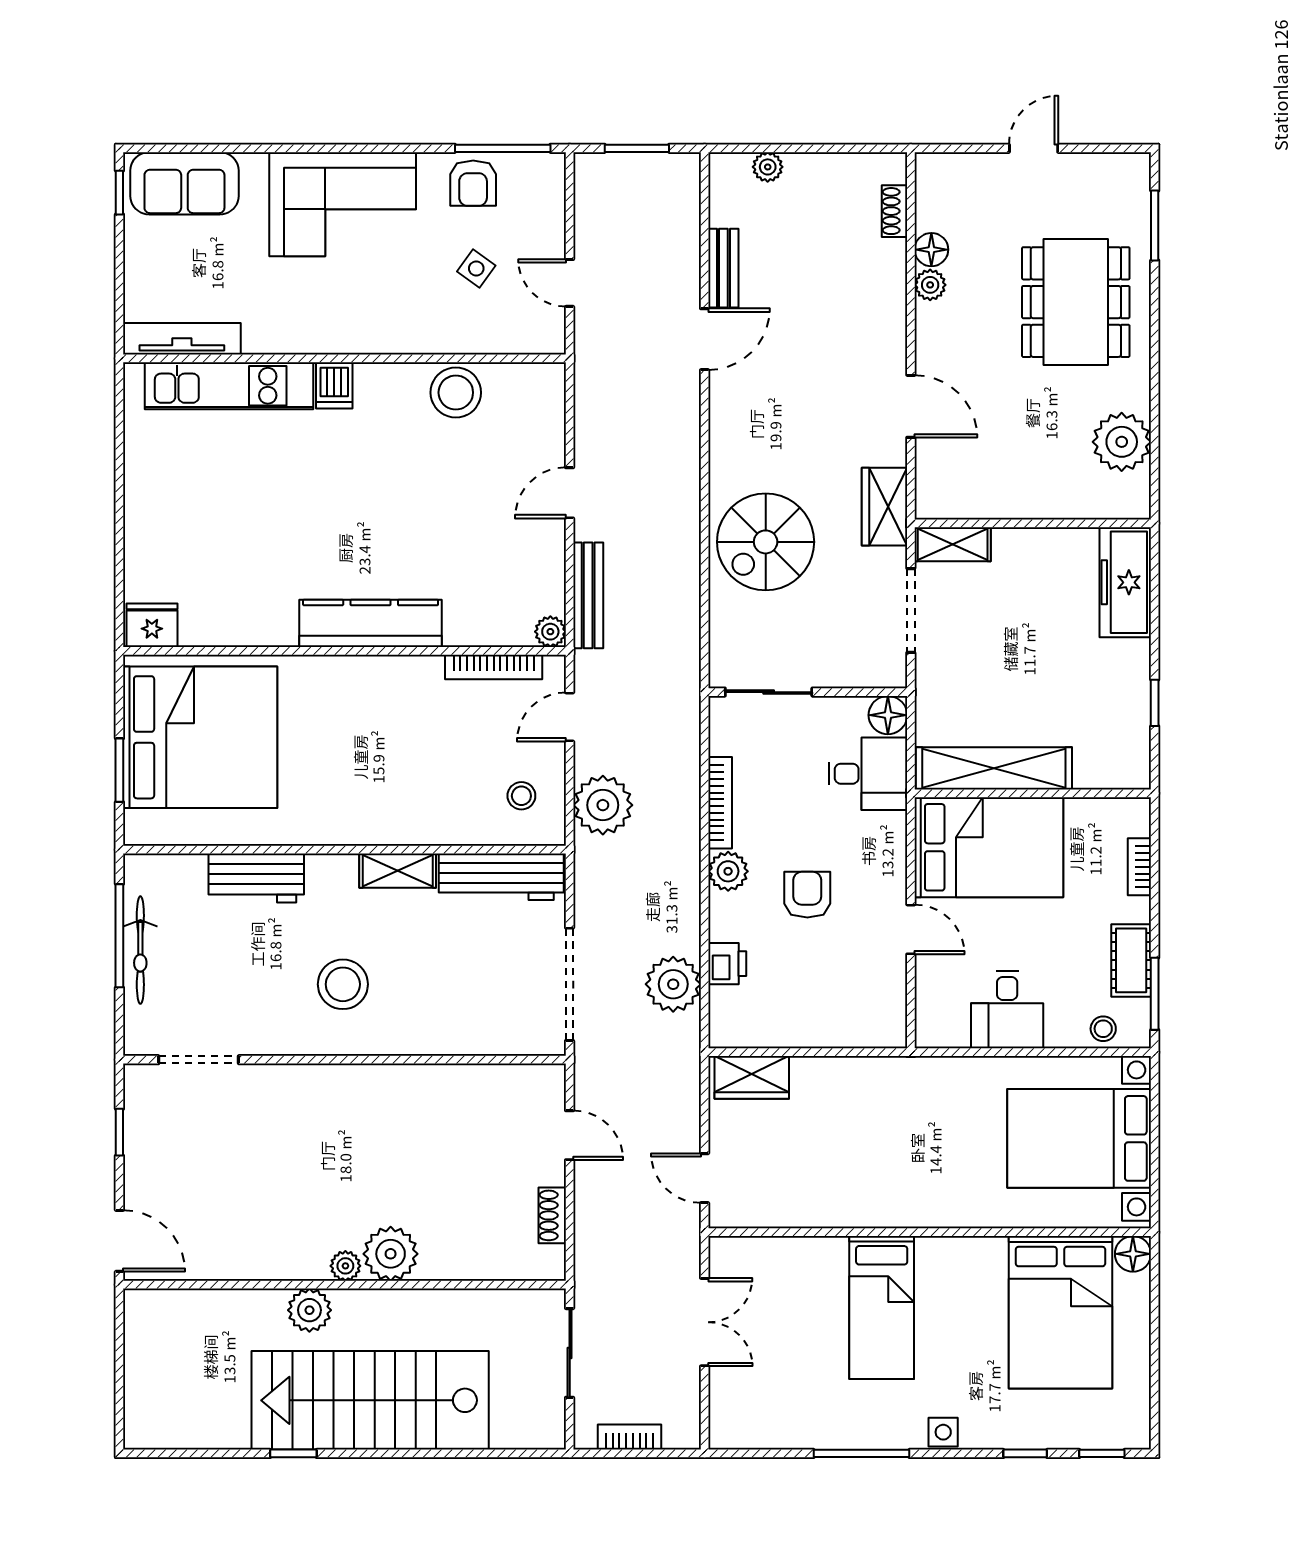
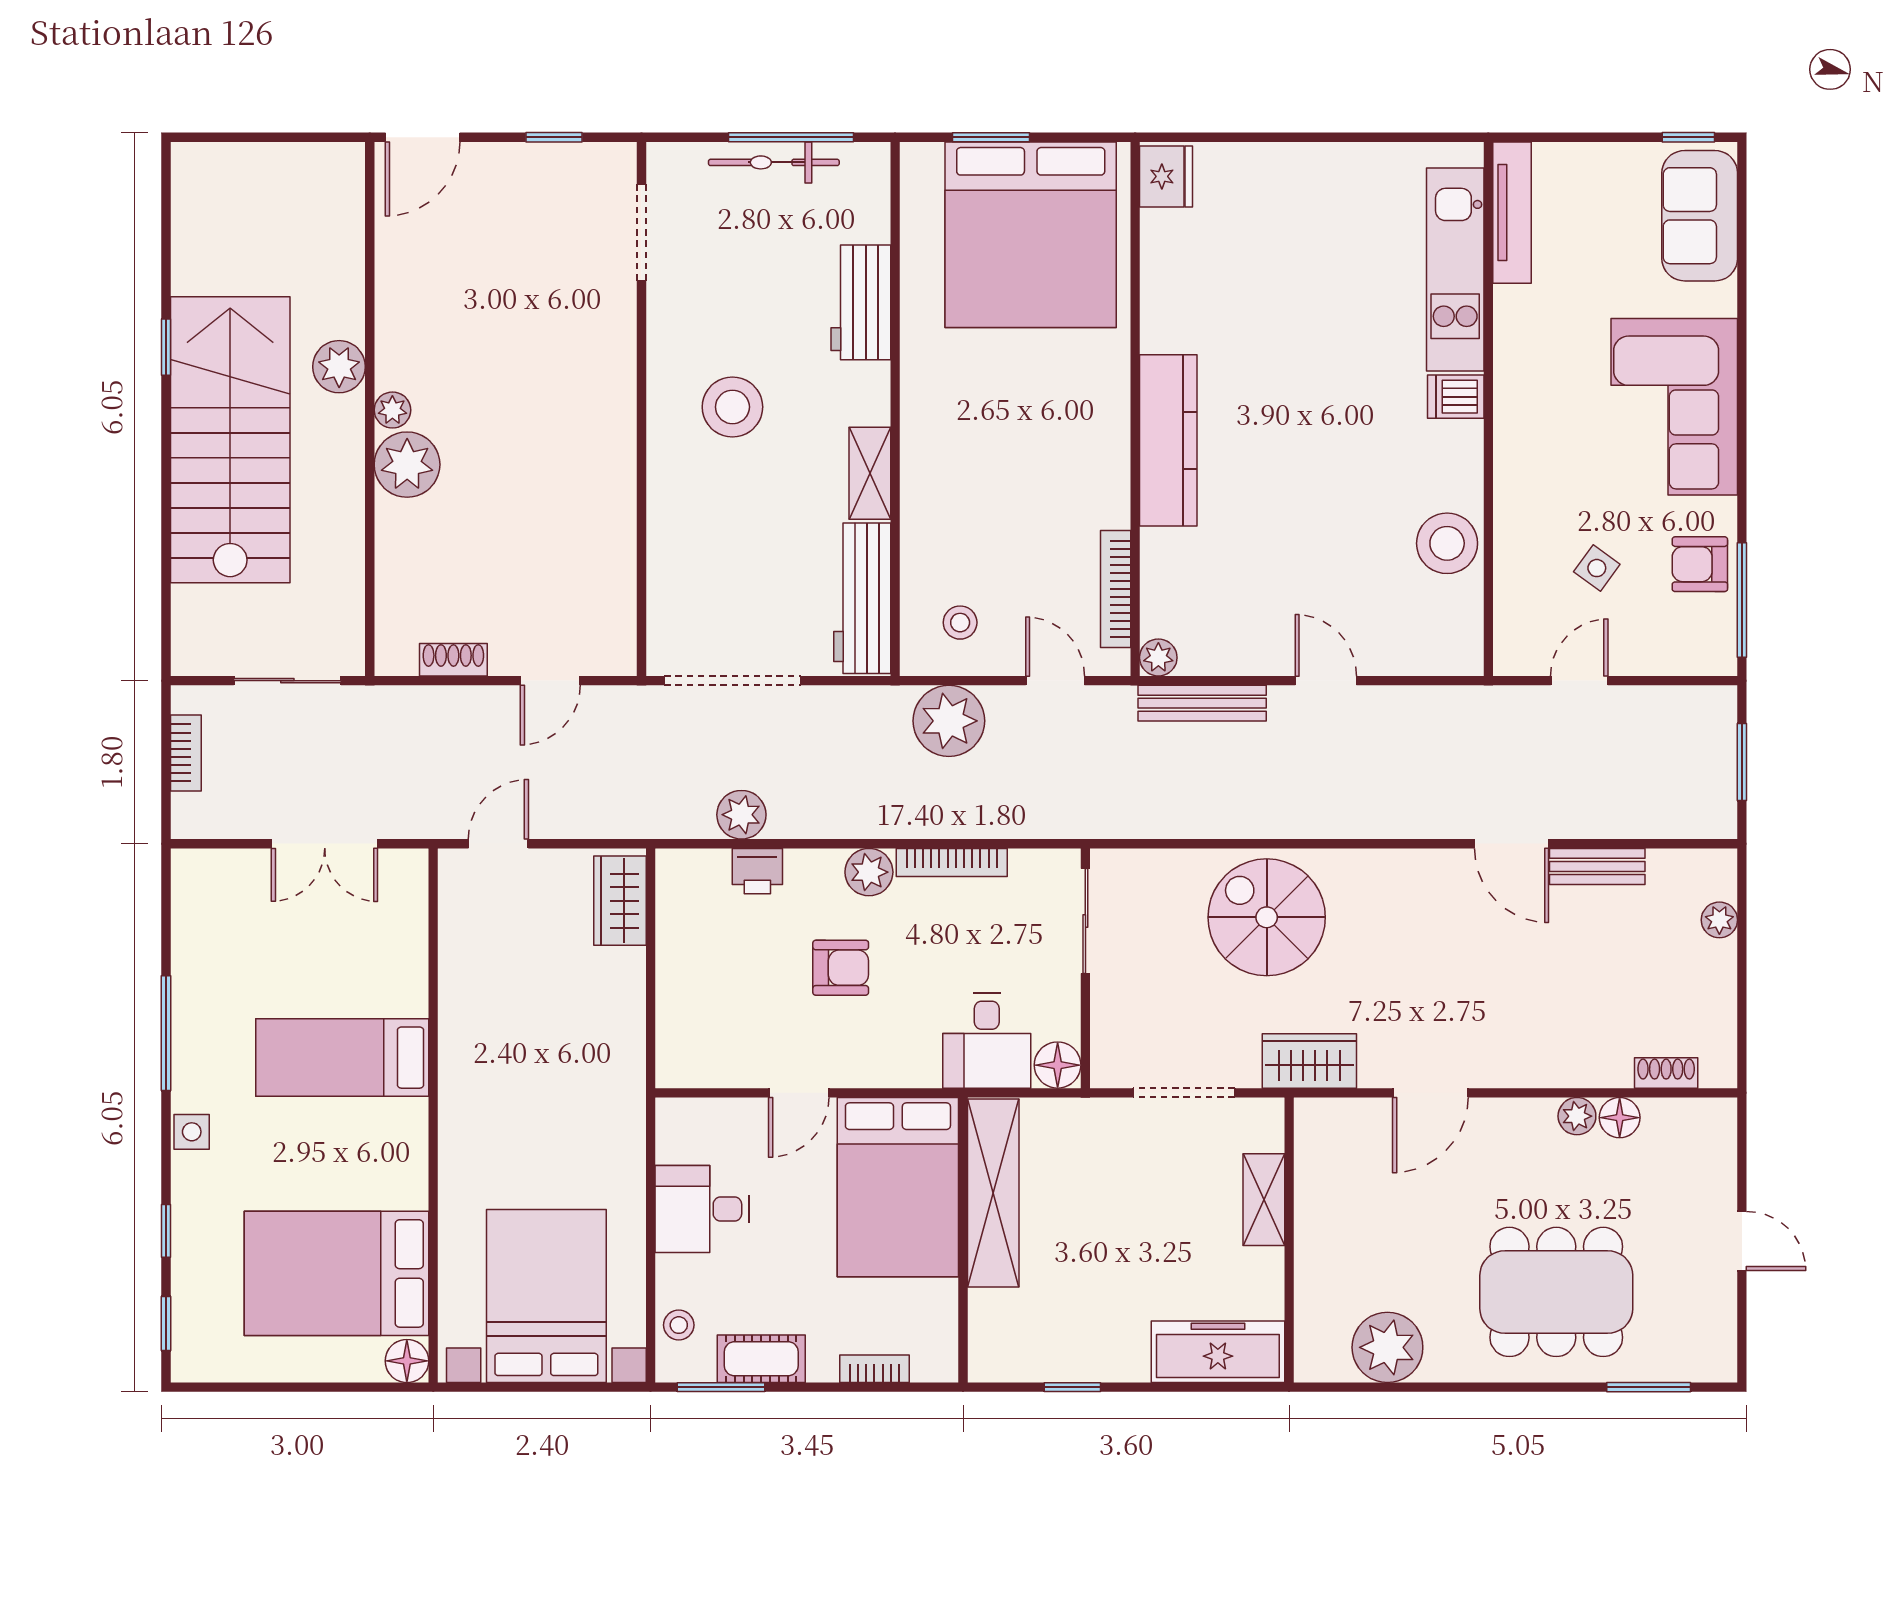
shelving: (953, 544) -> (1264, 1200), moved
plant: (673, 984) -> (741, 815), width x0.73, depth x0.73

